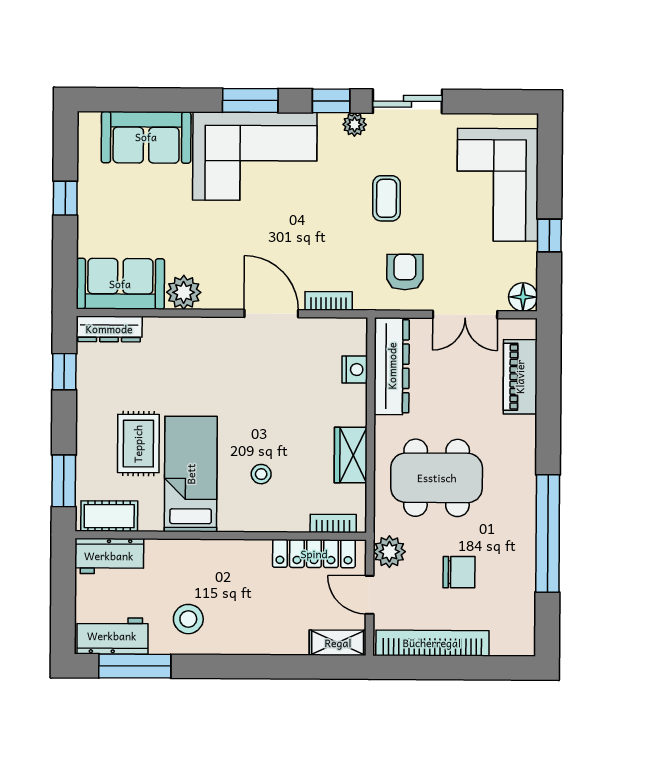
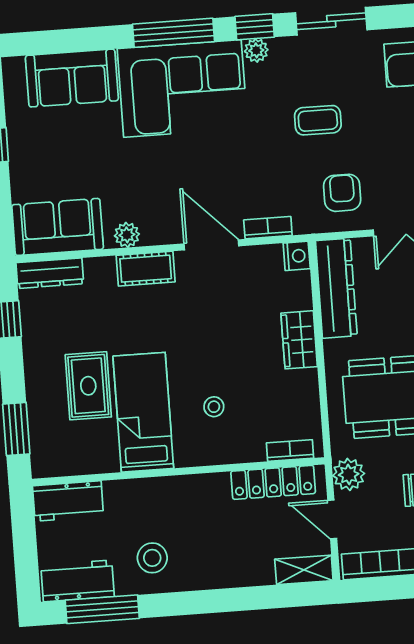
window: (250, 100) -> (173, 33), width x1.44
plant: (355, 124) -> (256, 50), moved
coffee table: (386, 198) -> (318, 120), turned 90
plant: (184, 292) -> (127, 235), width x0.73, depth x0.73
nightstand: (355, 370) -> (297, 256), moved
wardrobe: (351, 455) -> (299, 340), moved
cot: (109, 516) -> (146, 269), moved

